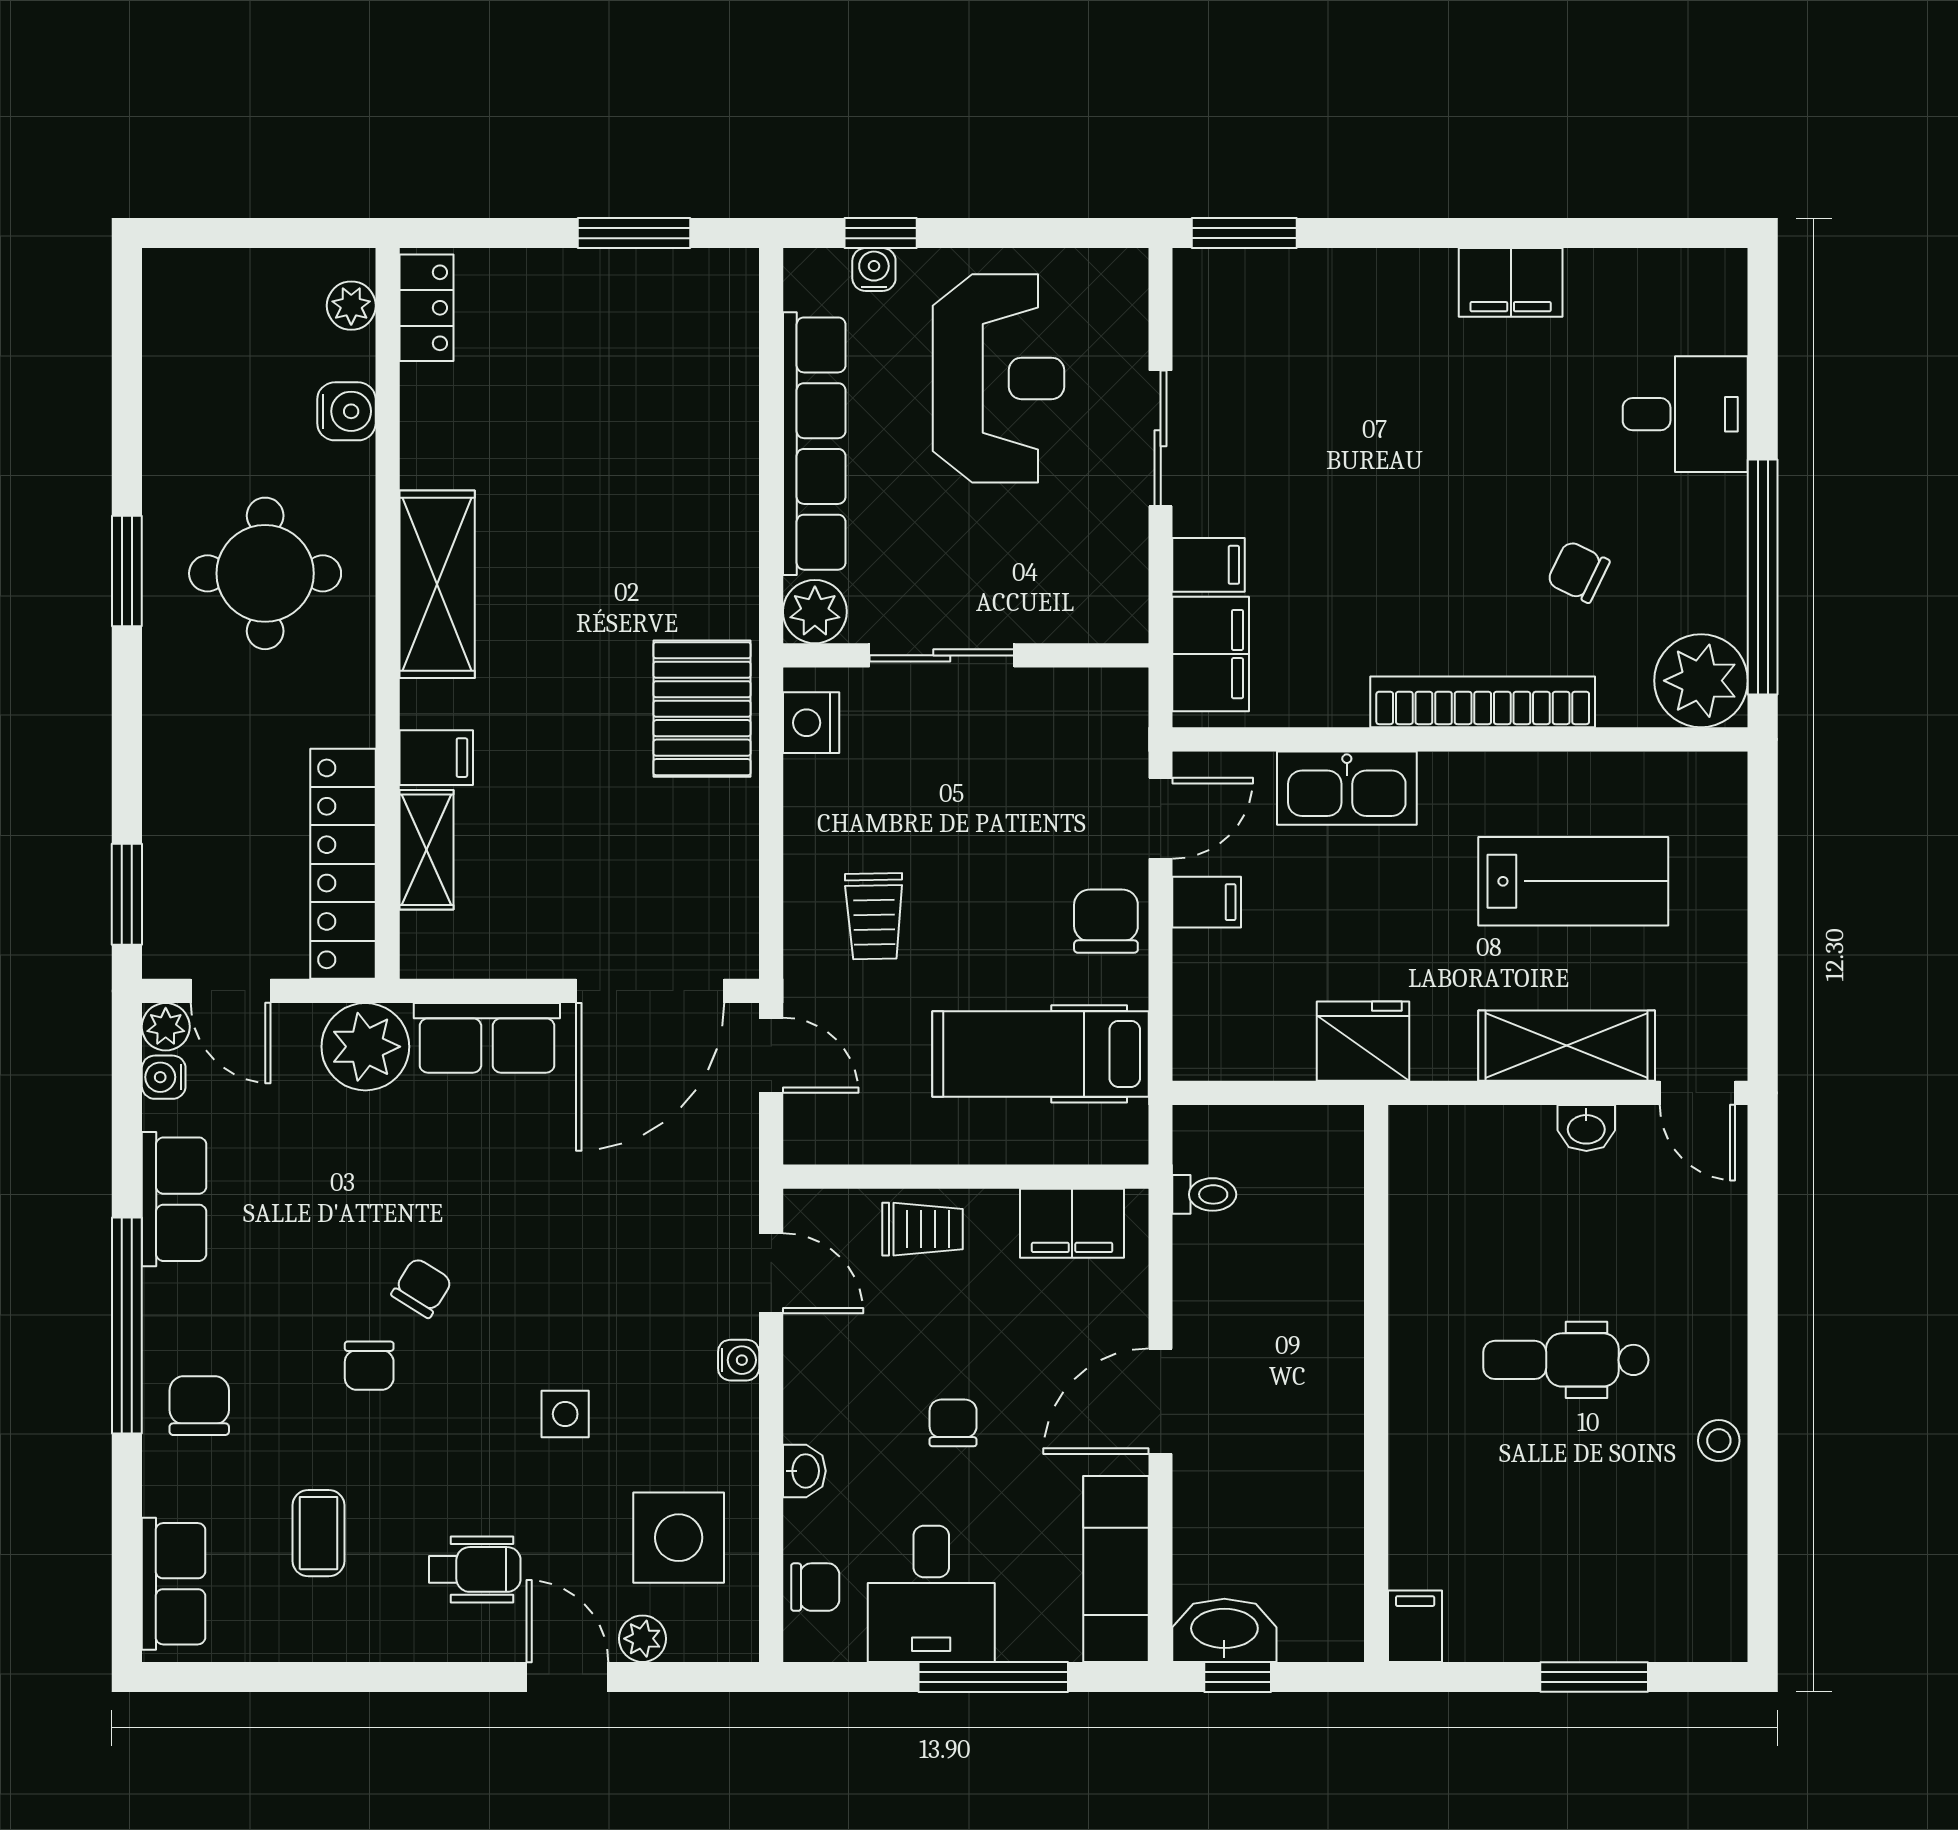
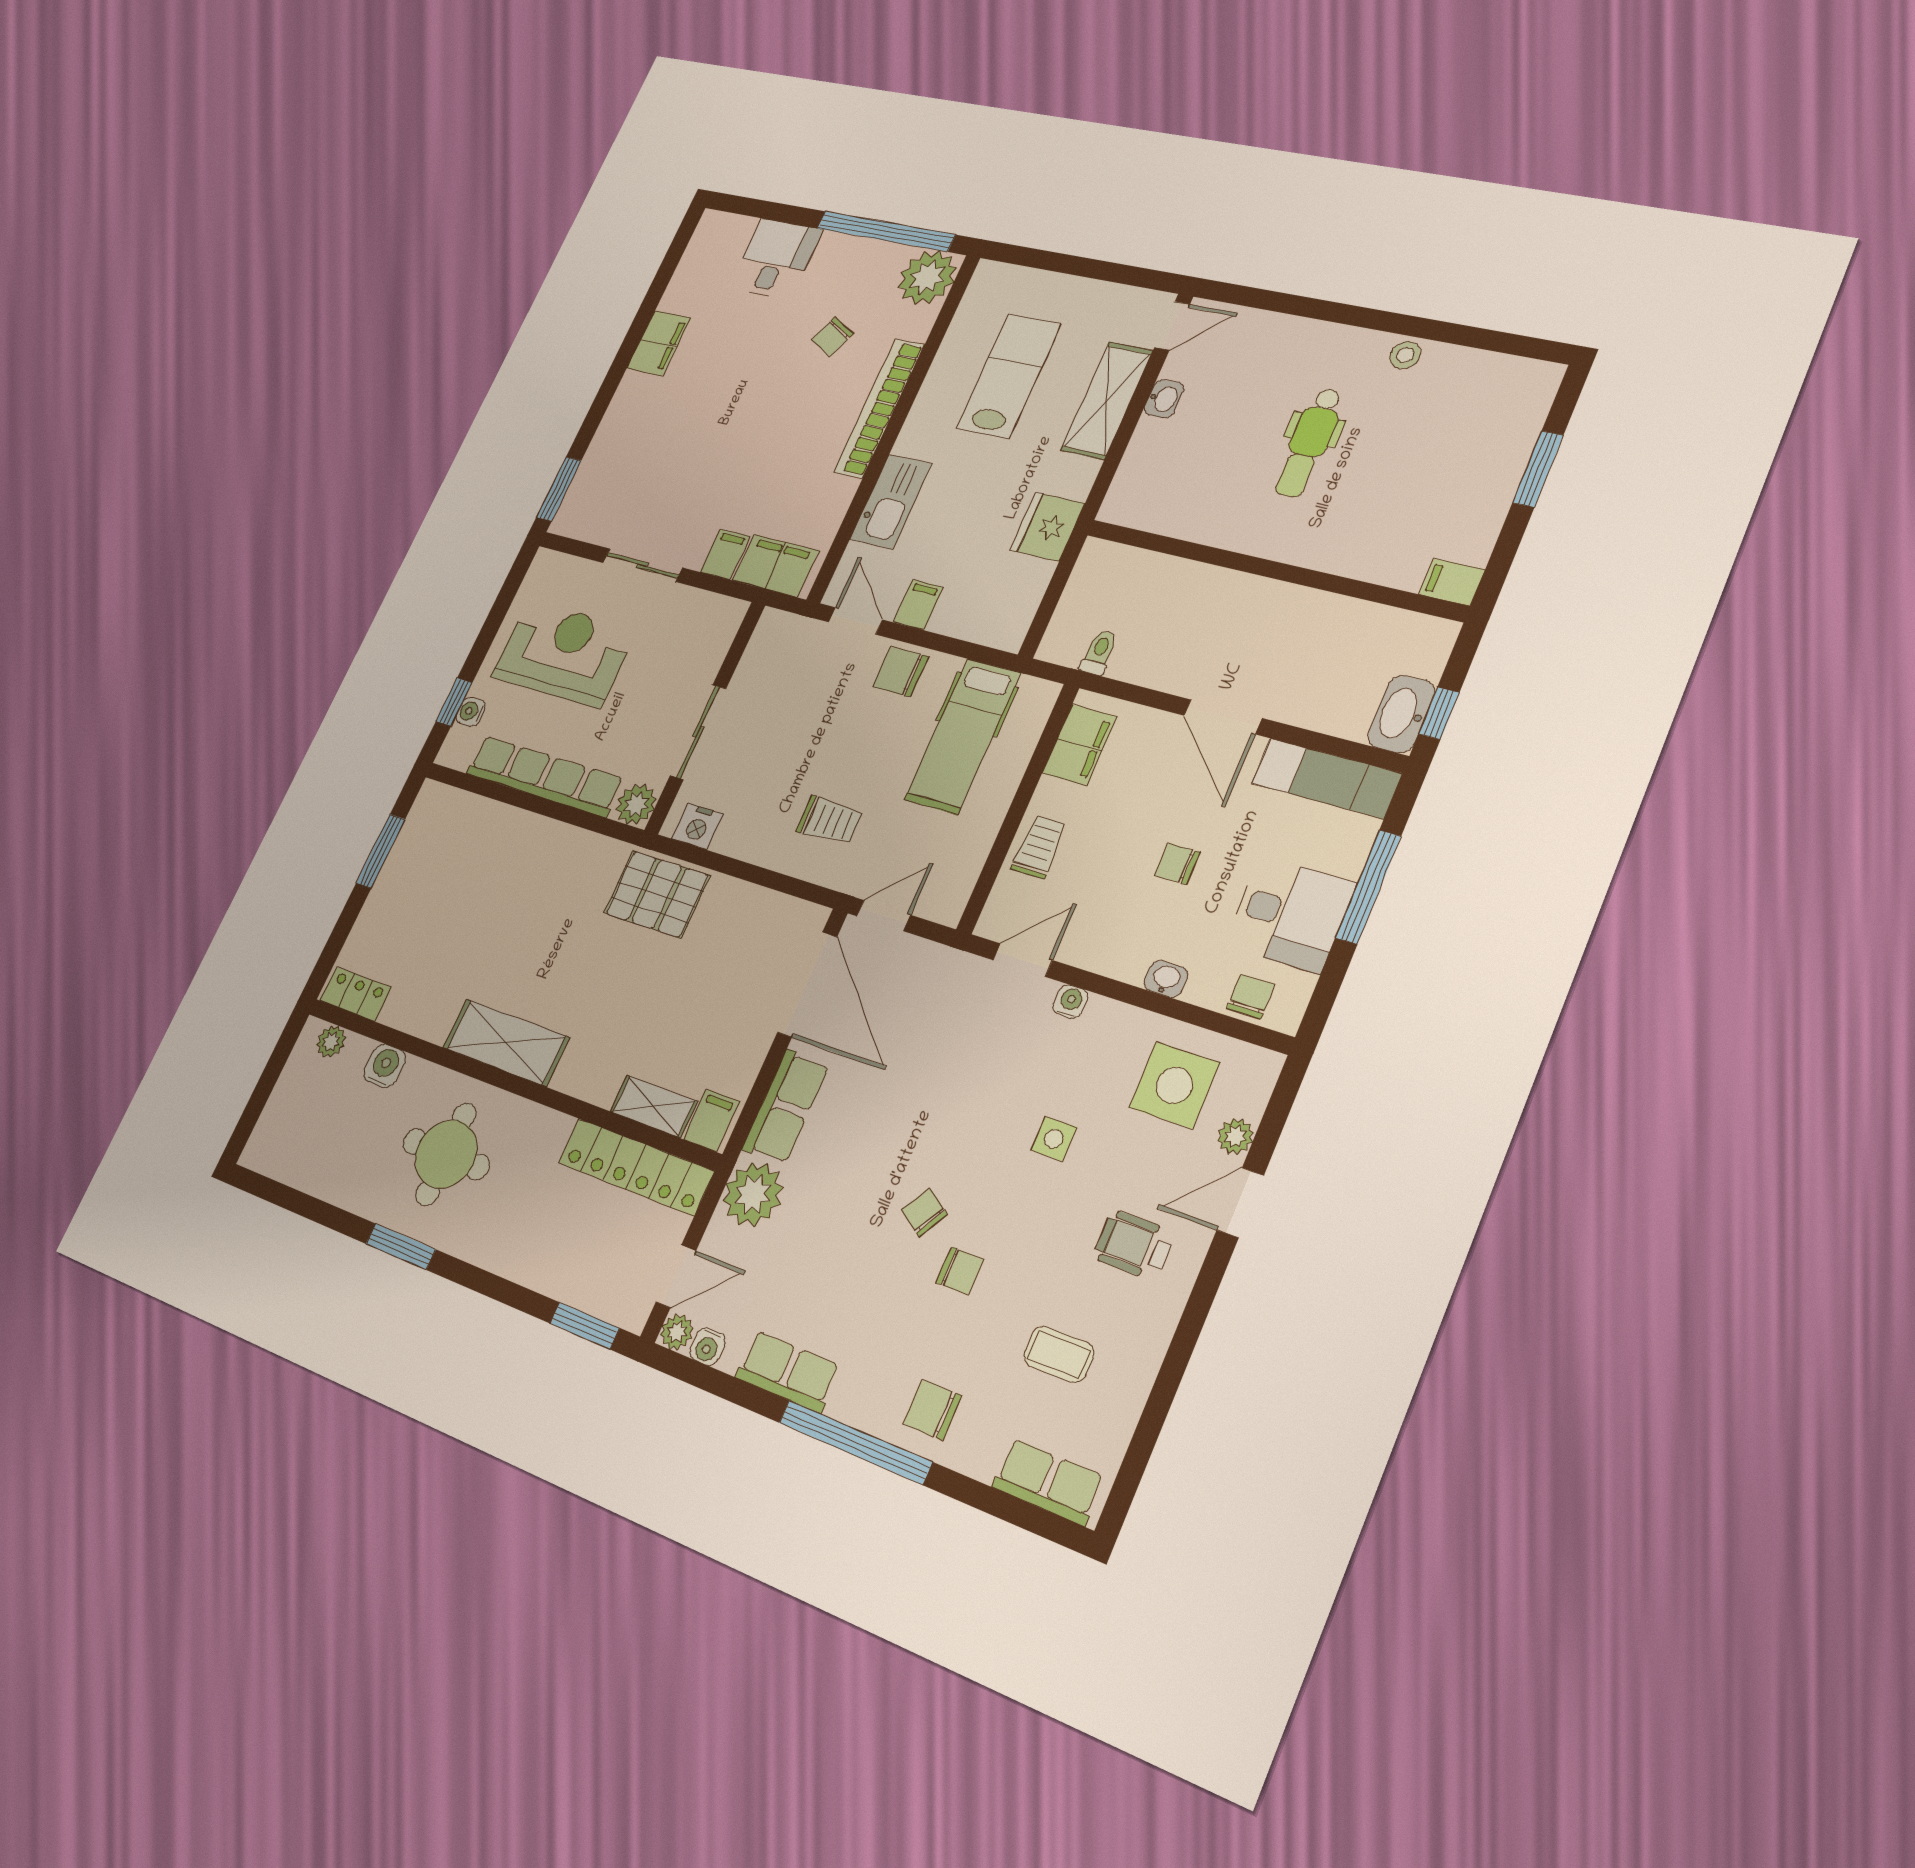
filing cabinet: (436, 758) -> (711, 1120), moved
wheelchair: (475, 1569) -> (1134, 1245), turned -90

